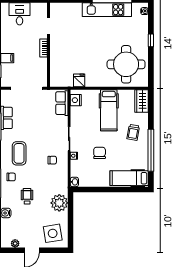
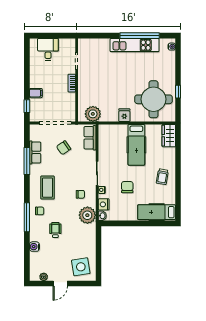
window: (151, 40) -> (178, 92), moved
plant: (65, 79) -> (93, 114), added
fridge: (79, 80) -> (124, 115), moved
nightstand: (76, 100) -> (104, 204), moved
chair: (35, 113) -> (64, 148), added
trolley: (133, 132) -> (162, 177), moved
window: (151, 150) -> (178, 184), removed
plant: (59, 203) -> (87, 215), moved

